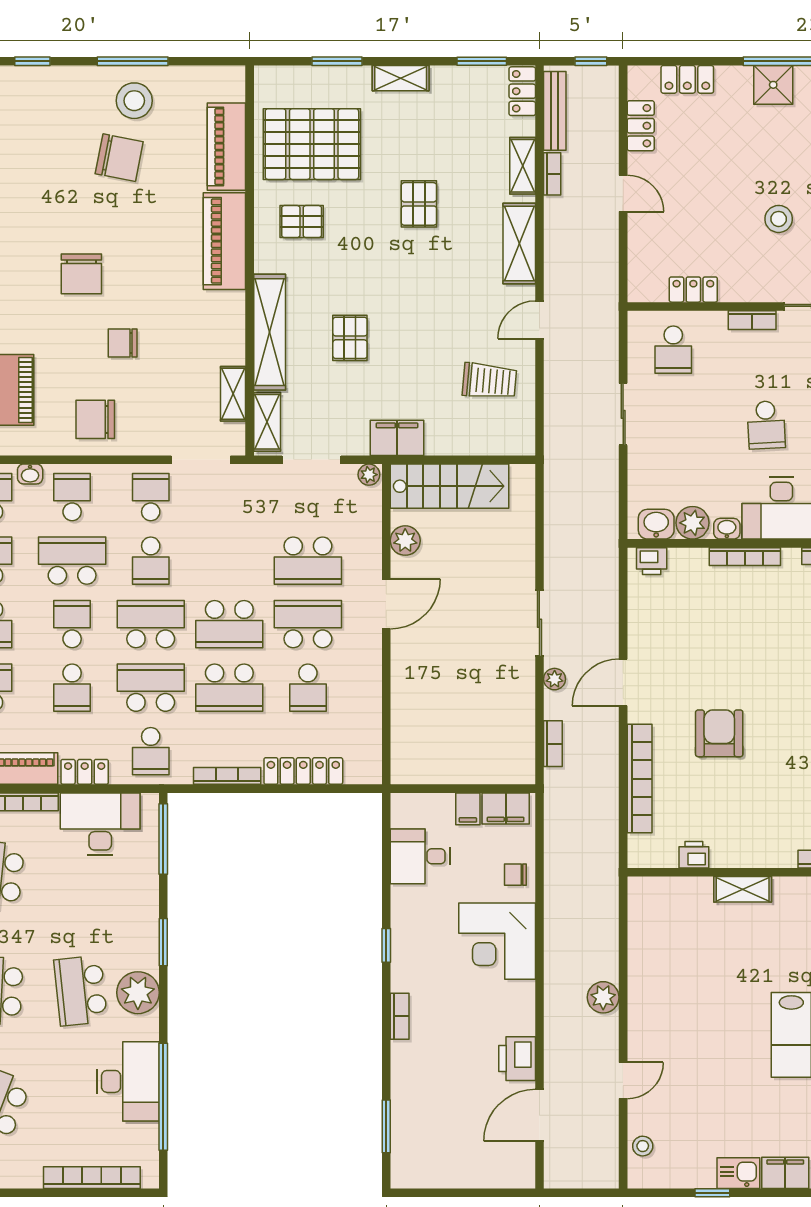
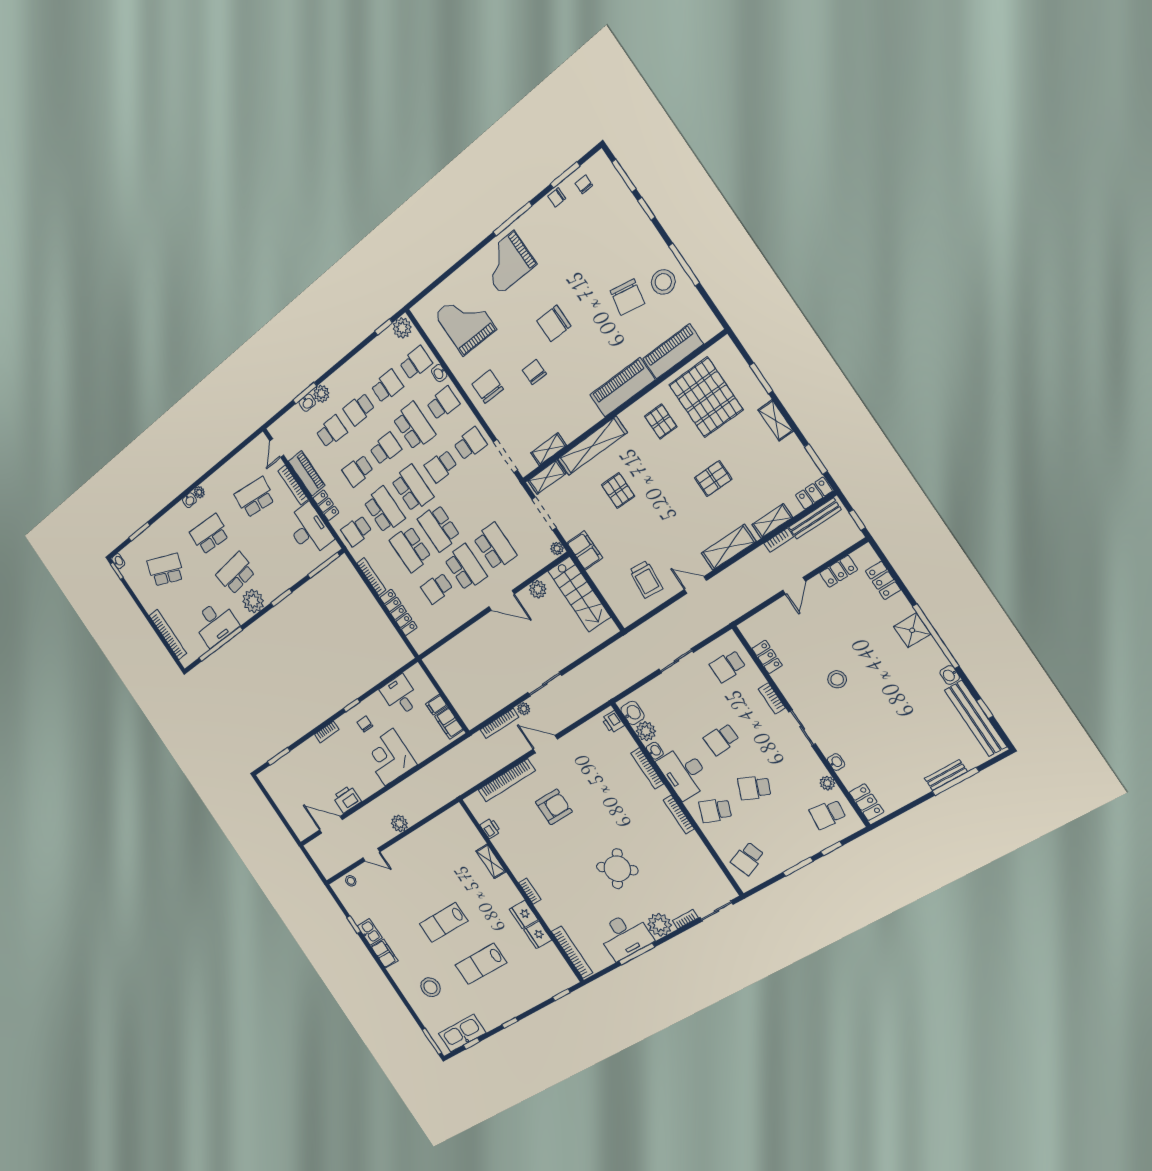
pallet: (350, 338) -> (618, 491), turned 90
school desk: (308, 561) -> (495, 546), turned 180
bookcase: (553, 744) -> (499, 723), width x1.56
chair: (515, 875) -> (365, 724), moved

